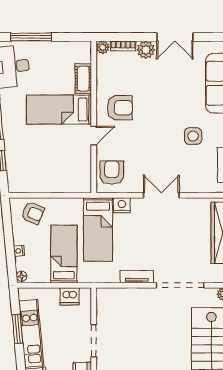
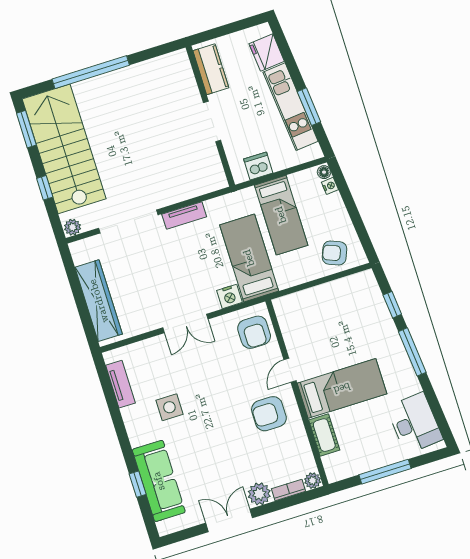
window: (31, 37) -> (385, 472), moved
nightstand: (19, 251) -> (330, 186), moved

